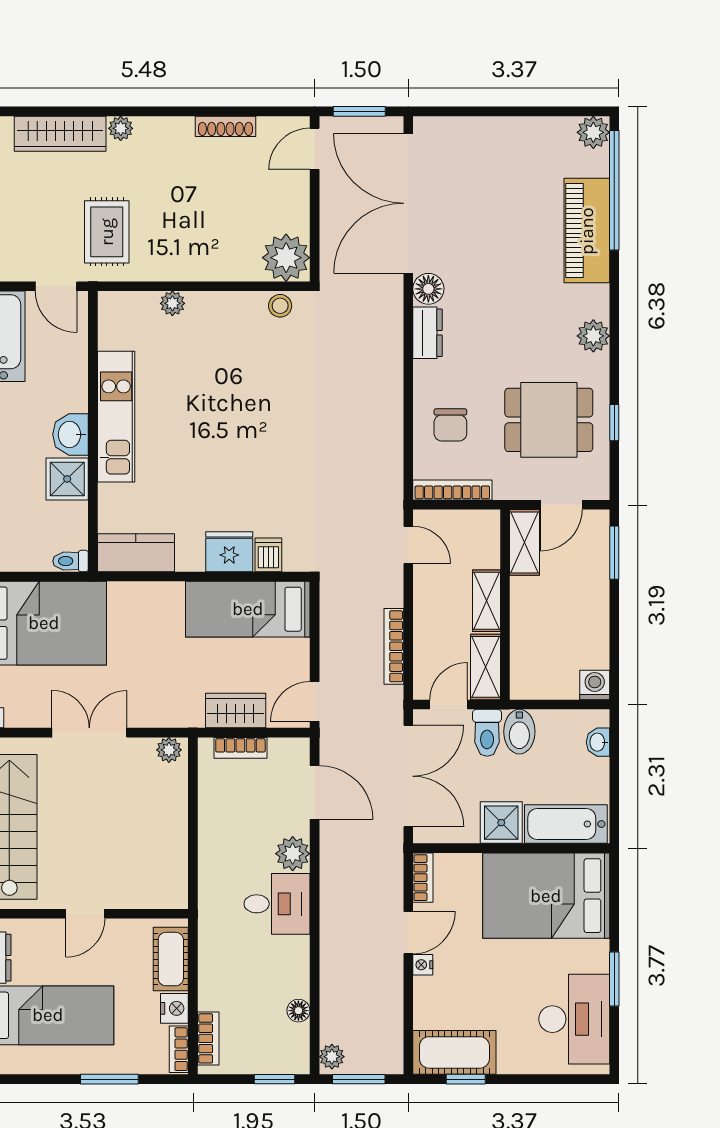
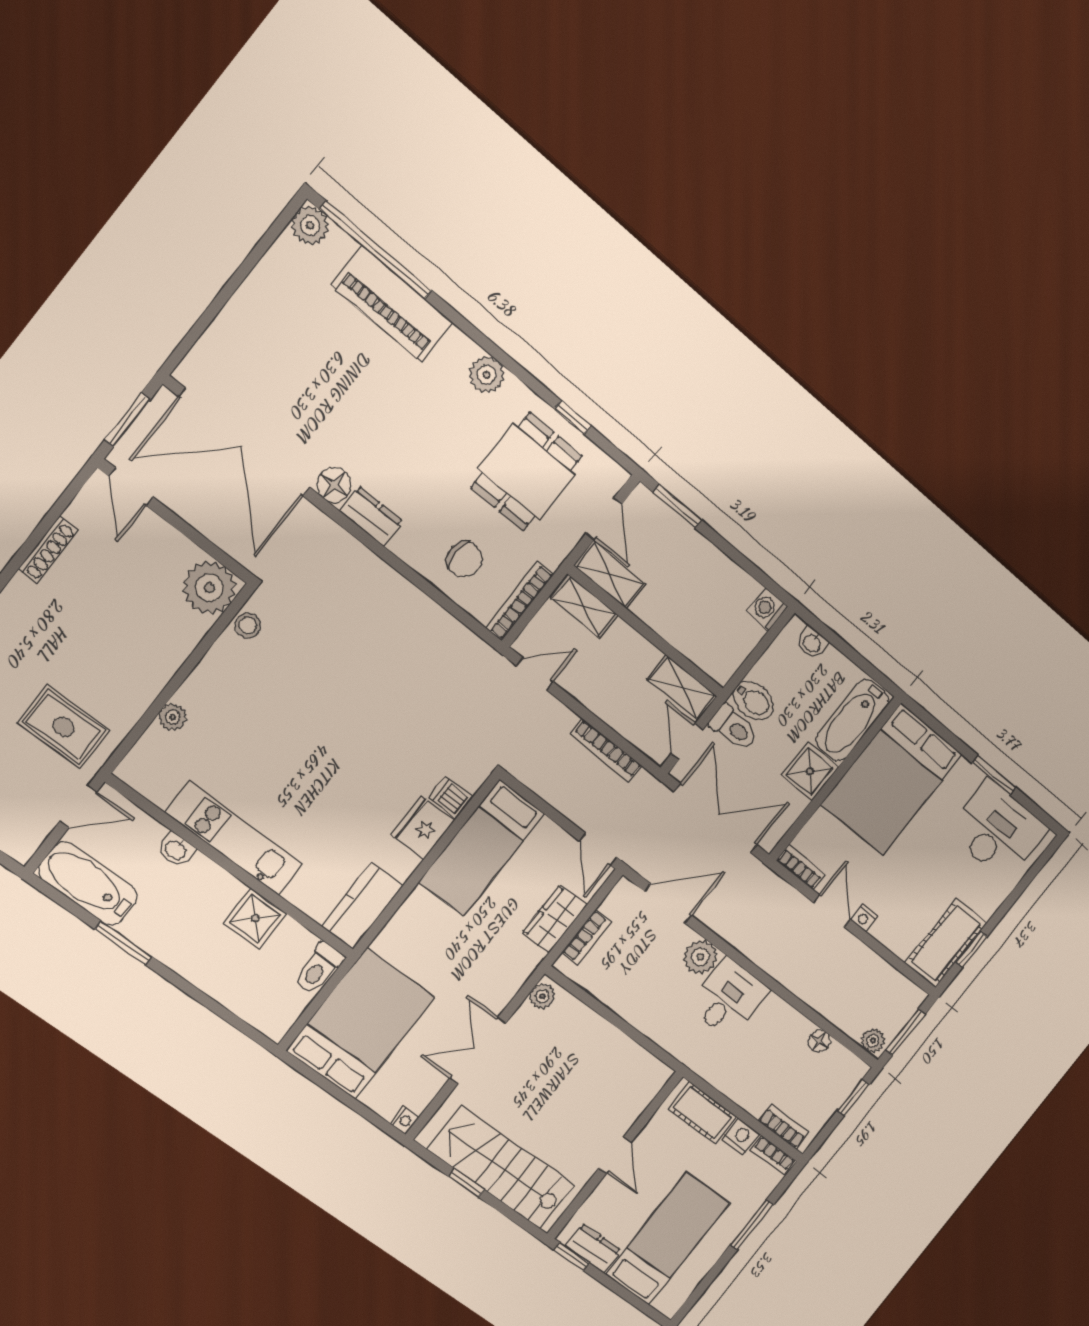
washbasin: (71, 434) -> (176, 850), moved, width x0.72, depth x0.69
toilet: (71, 561) -> (319, 969), width x1.37, depth x1.39
shelving: (486, 601) -> (584, 606), moved

